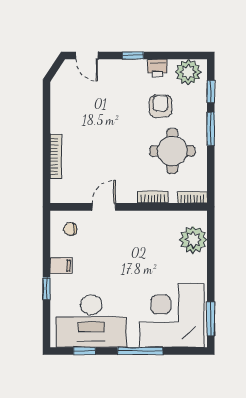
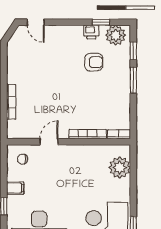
window: (133, 55) -> (101, 22), moved
armchair: (160, 106) -> (94, 62), turned 90
round table: (172, 151) -> (103, 98), removed
bookcase: (153, 197) -> (88, 134), width x1.56

